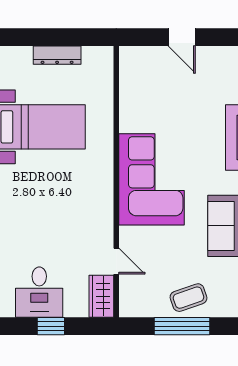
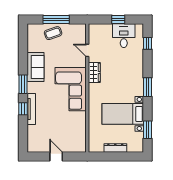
wardrobe: (101, 296) -> (94, 72), moved

